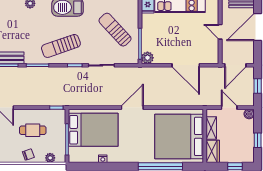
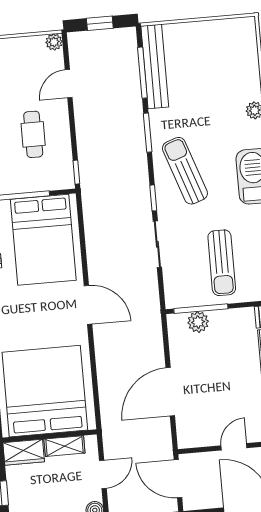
sun lounger: (115, 30) -> (222, 263), turned 133
plant: (147, 58) -> (198, 322), moved

